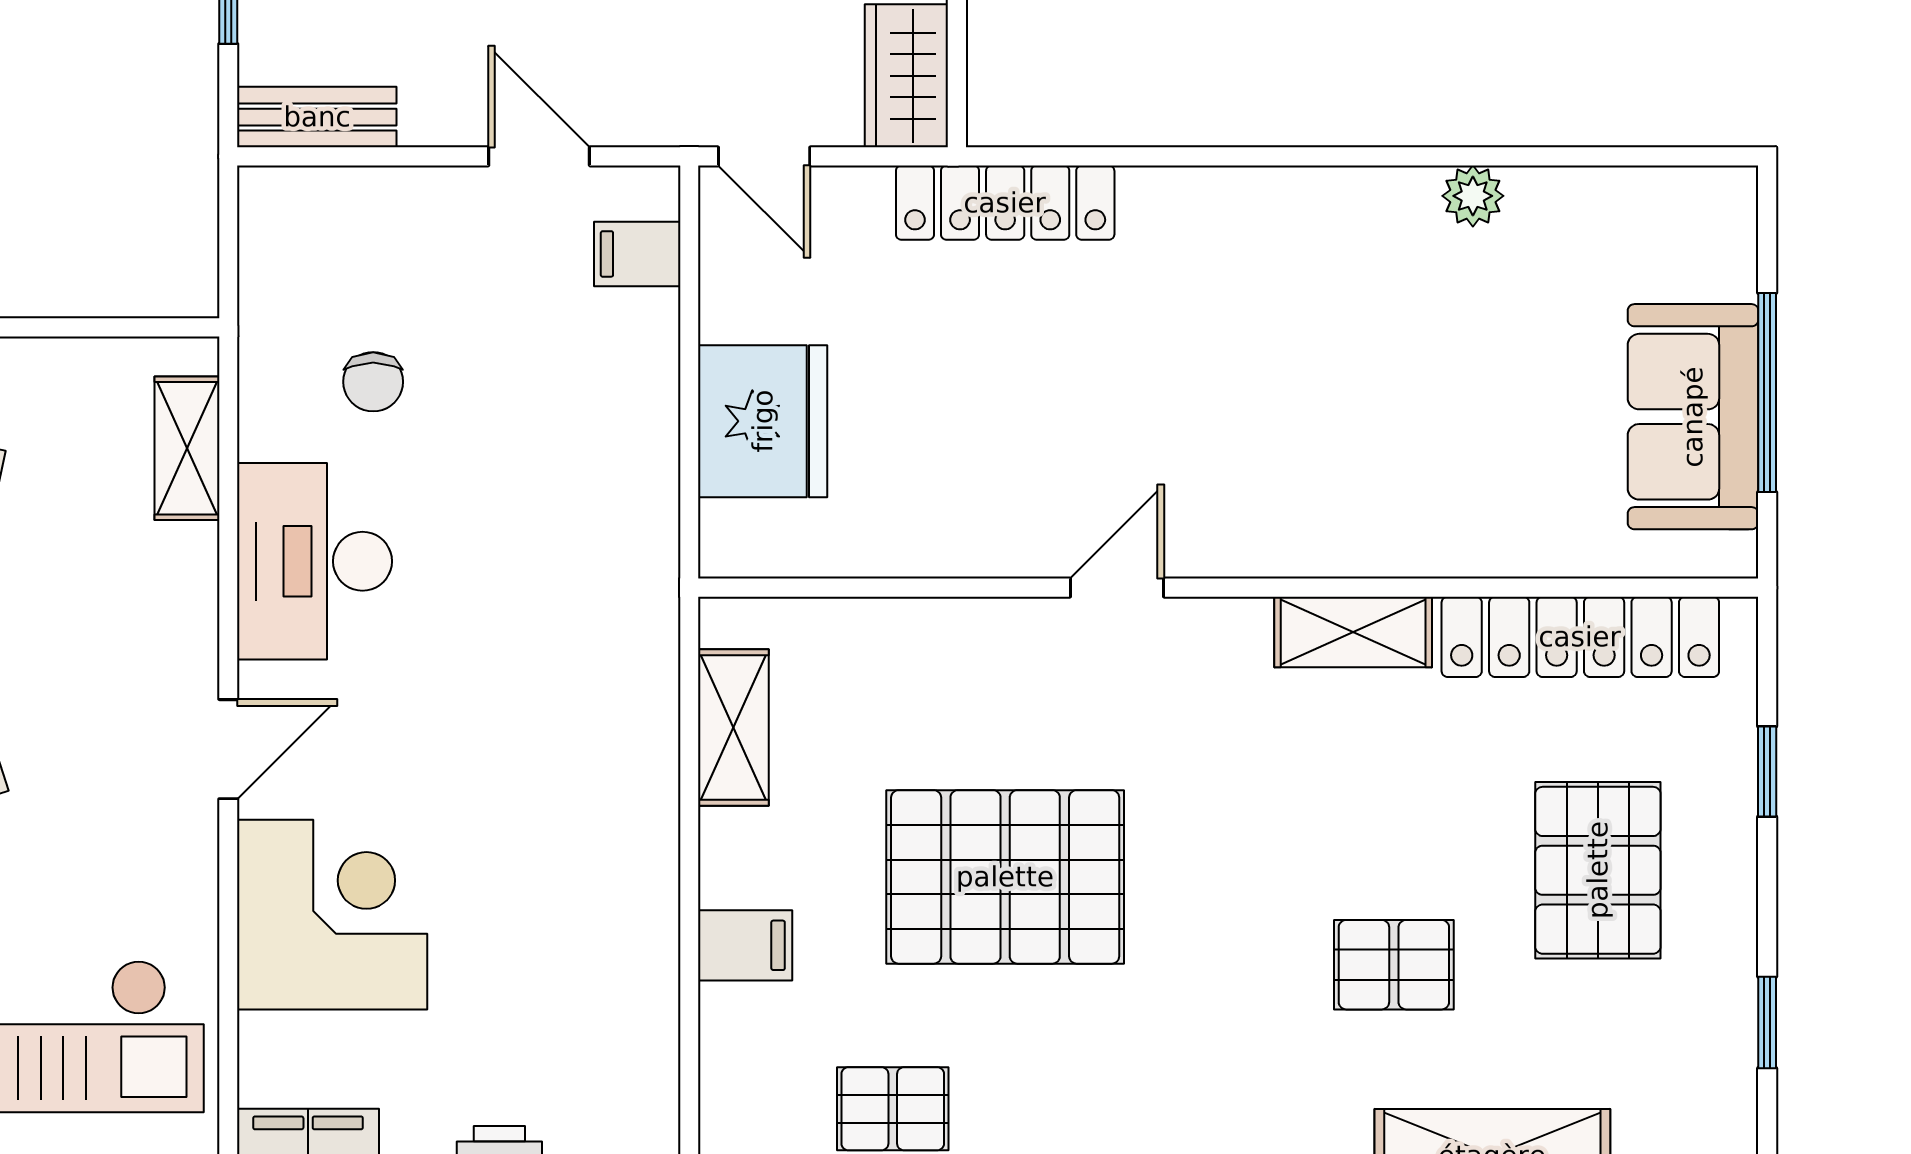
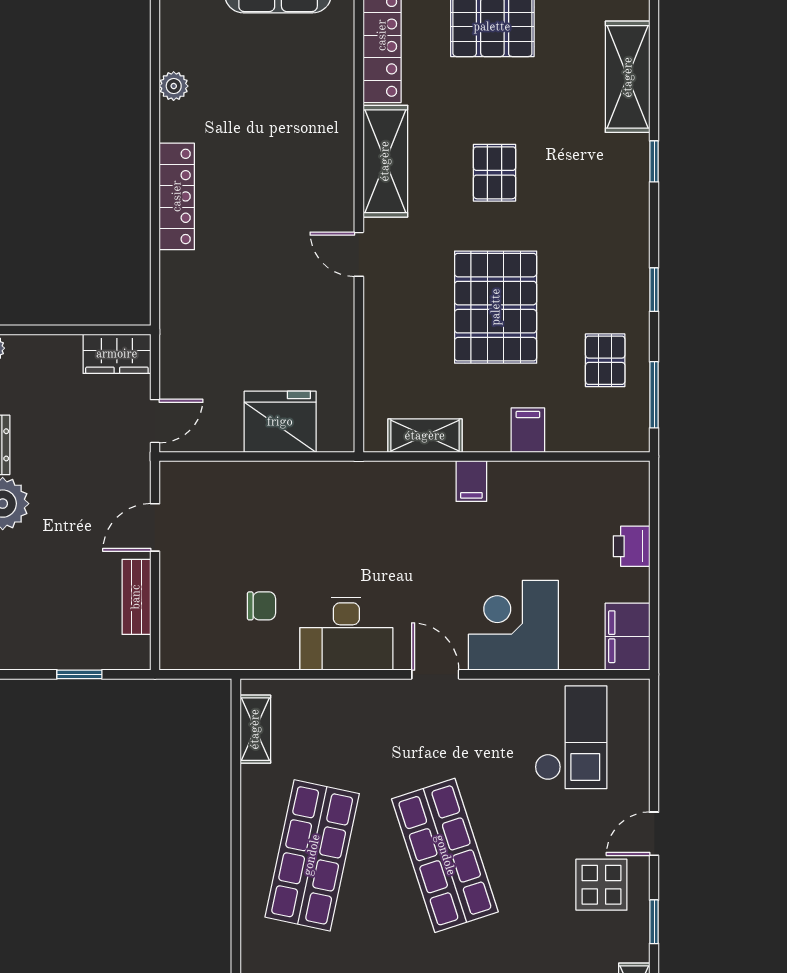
bench: (317, 117) -> (136, 597), moved
locker: (1005, 203) -> (177, 196), moved
filing cabinet: (637, 254) -> (471, 481), moved
shelving: (187, 448) -> (255, 729), moved, turned 90
shelving: (1353, 632) -> (385, 161), width x1.50, depth x1.33
pallet: (1394, 965) -> (495, 173), moved

